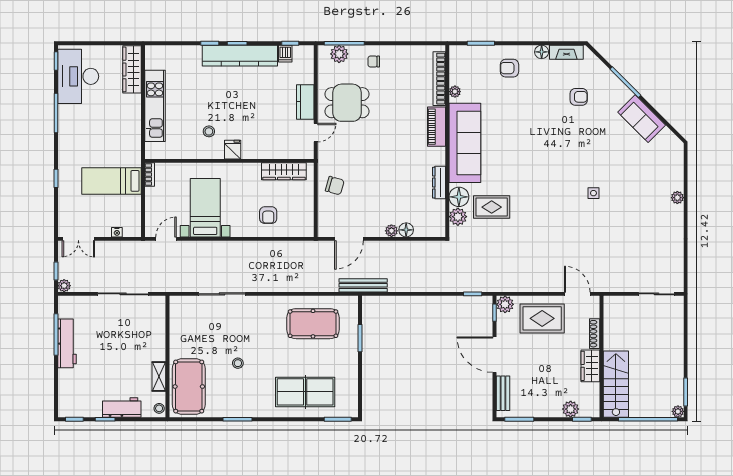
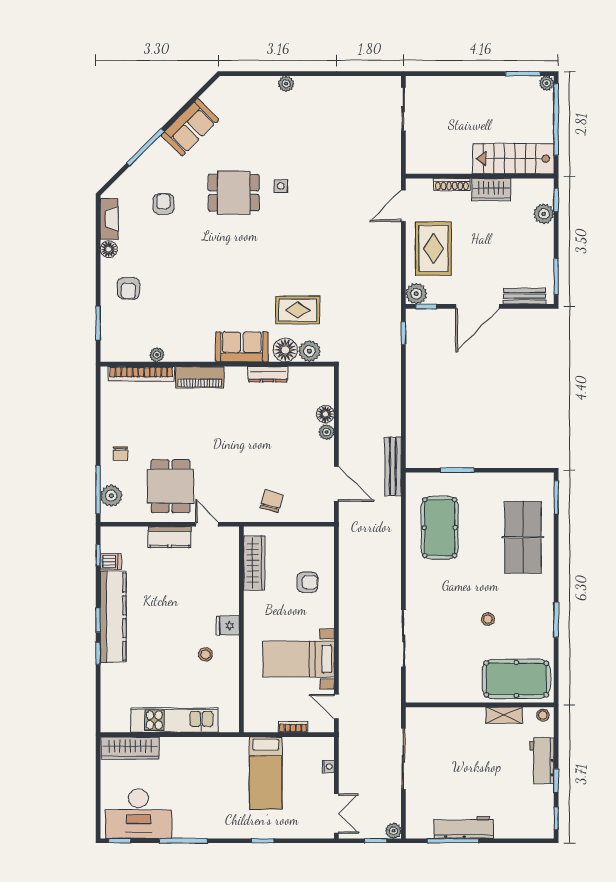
sofa: (465, 143) -> (242, 347), width x0.54, depth x0.79
dining table: (588, 155) -> (234, 193), added
bookcase: (150, 175) -> (293, 727), moved
rug: (492, 207) -> (298, 310), turned 90

